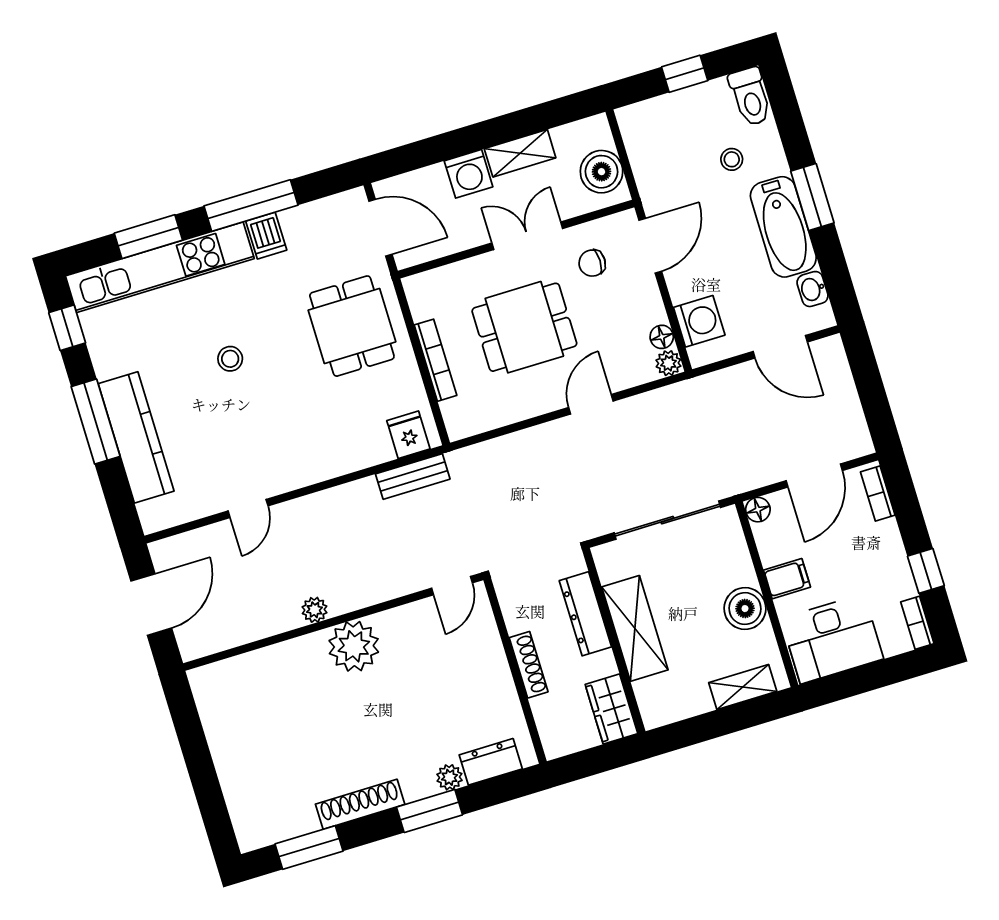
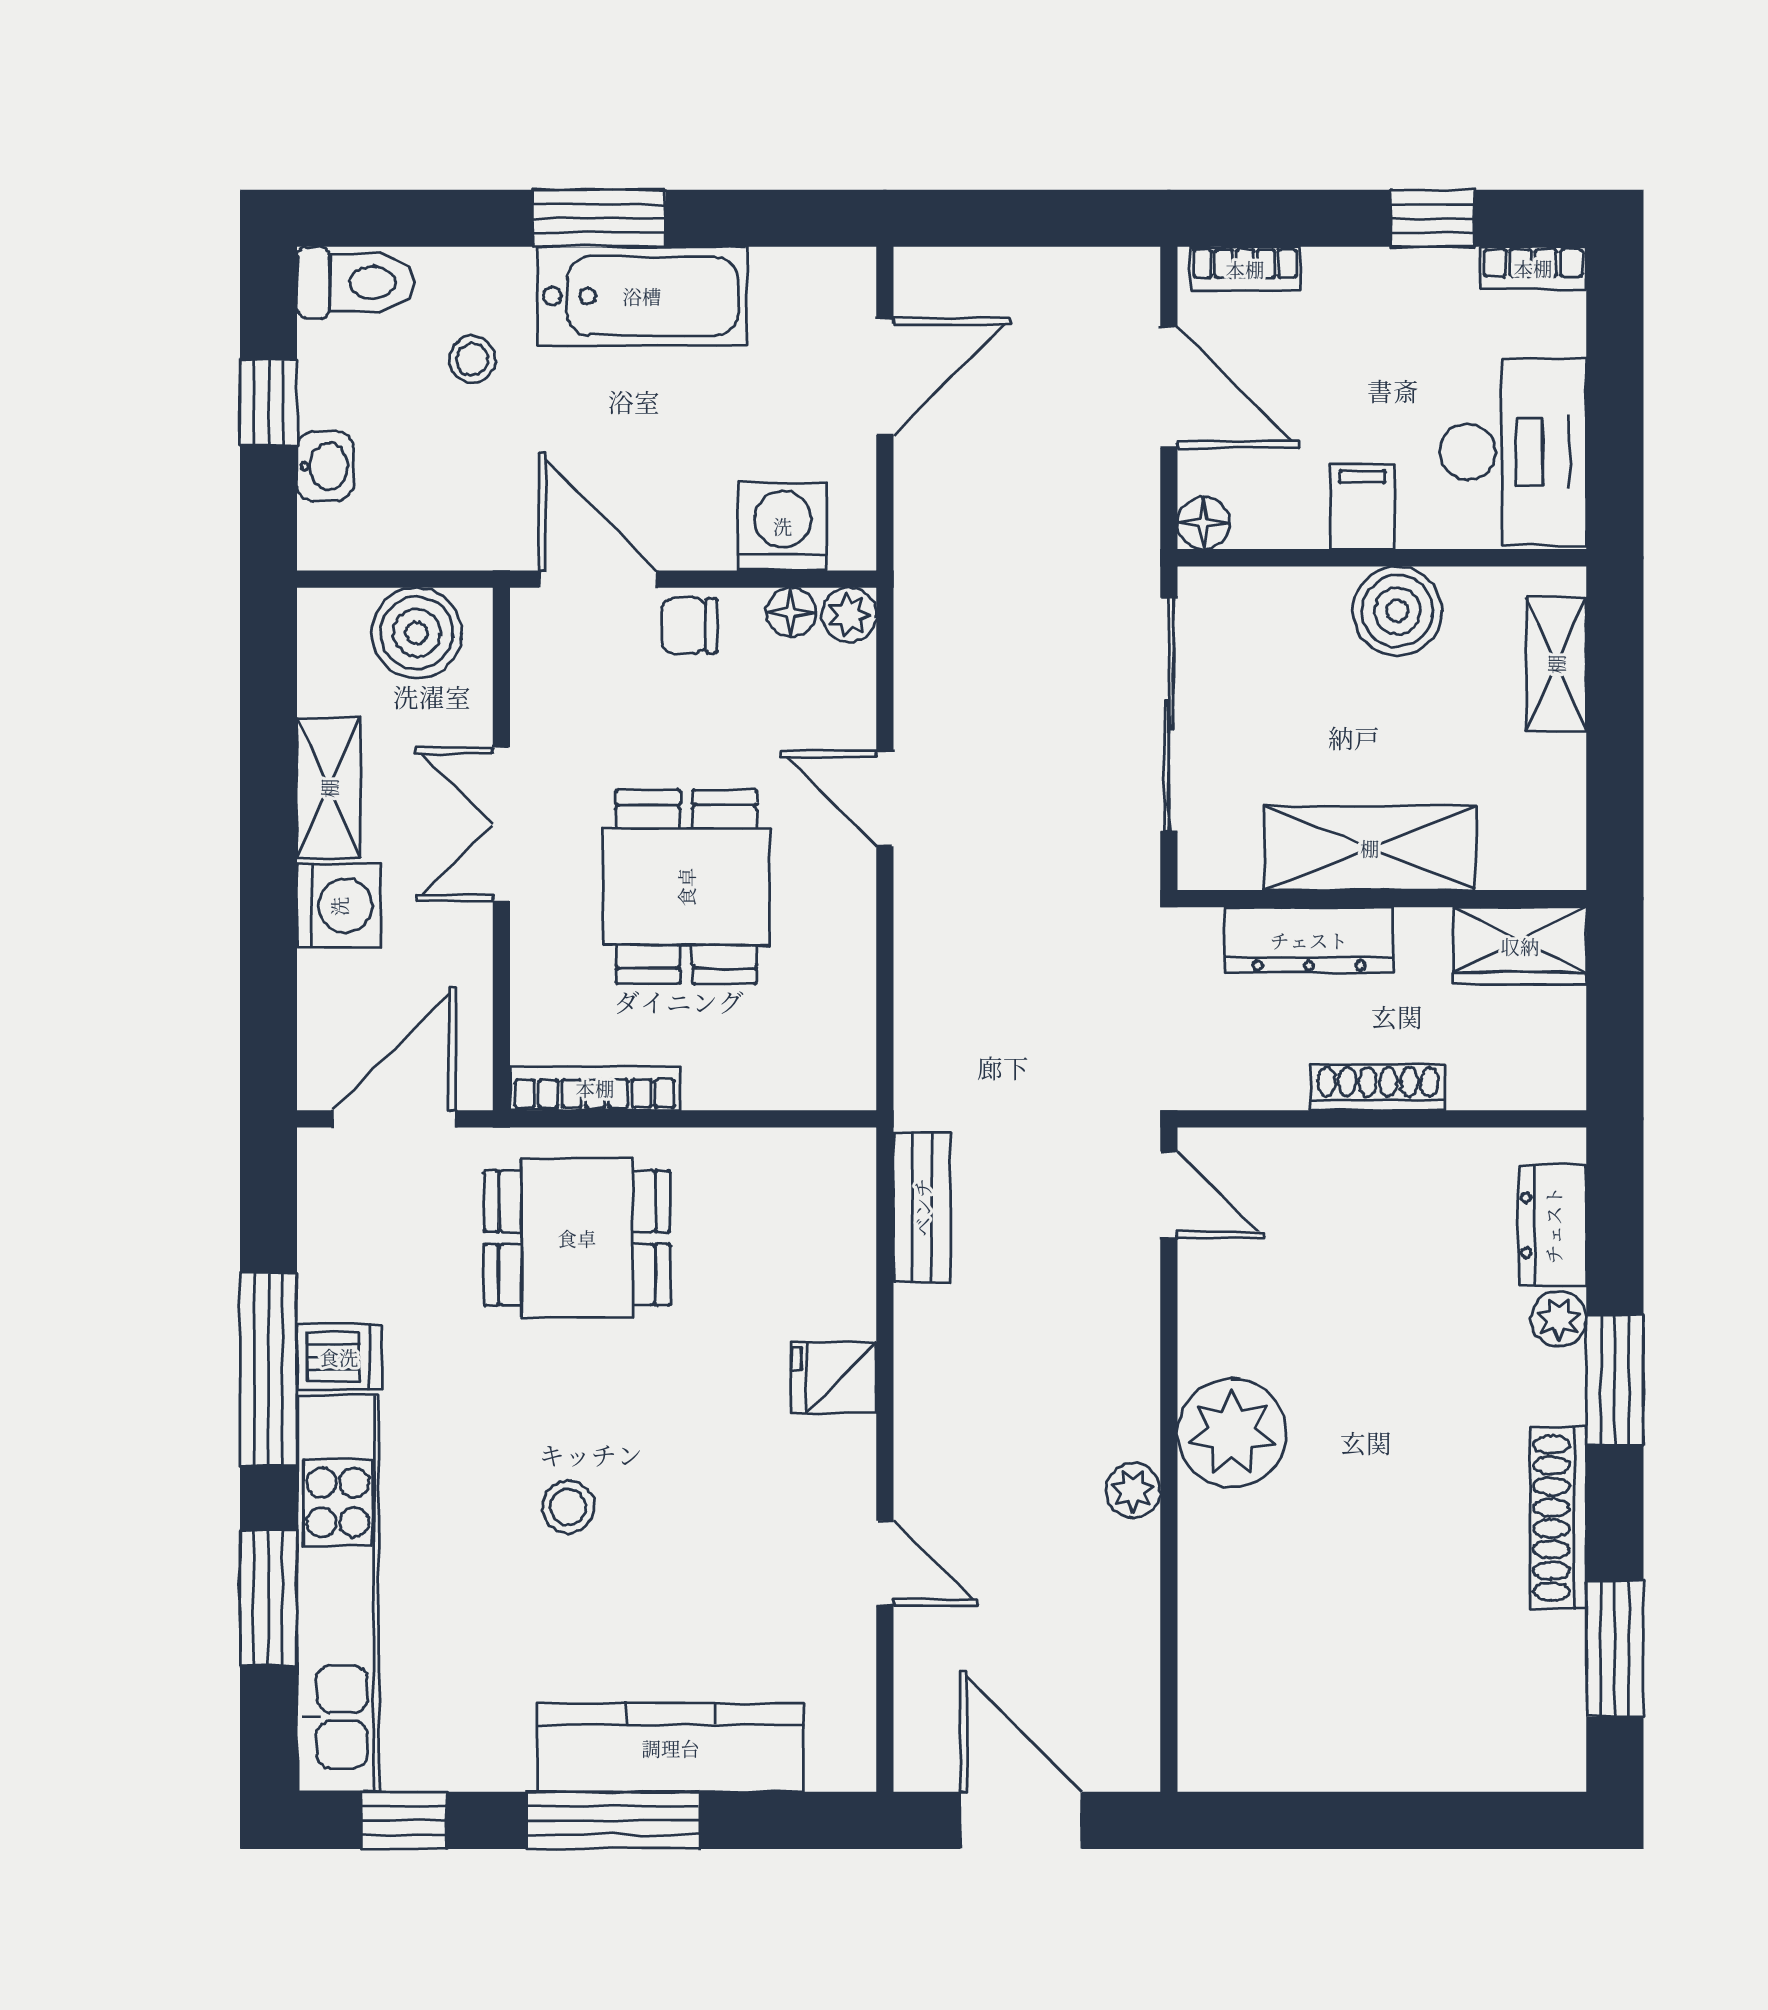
chair: (592, 263) -> (689, 626), moved, turned 90
washbasin: (813, 289) -> (325, 466), moved, turned -90
bookcase: (436, 360) -> (595, 1088), moved
fridge: (408, 435) -> (834, 1377), moved

